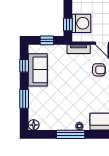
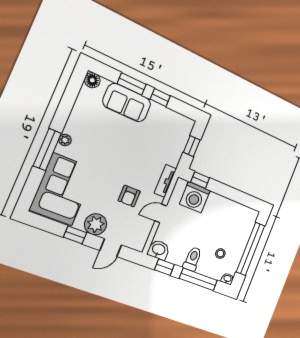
window: (24, 66) -> (160, 98), moved
sofa: (38, 70) -> (127, 103), moved
window: (71, 134) -> (47, 150), moved

